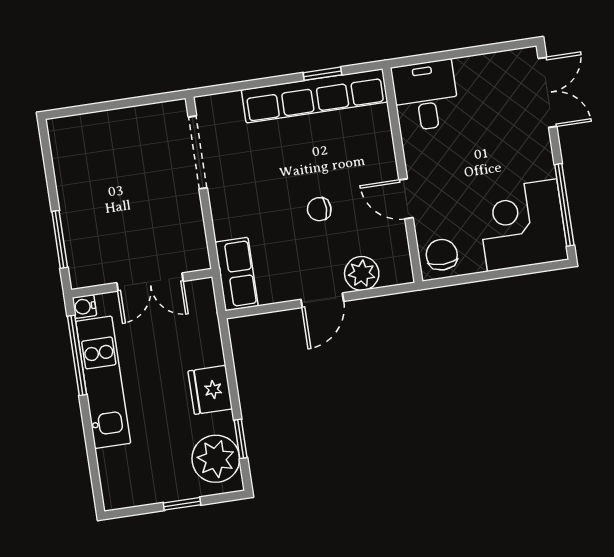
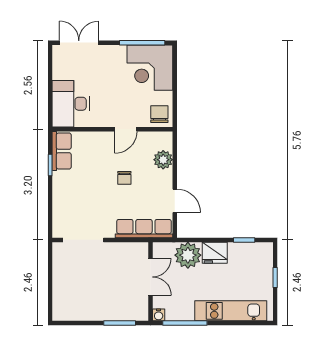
row of seats: (315, 96) -> (62, 151), width x0.50
desk: (425, 96) -> (71, 104), width x1.37
chair: (442, 255) -> (159, 114), turned 90
row of seats: (237, 274) -> (144, 229), width x1.48
door: (322, 300) -> (175, 201), moved
kitchen unit: (103, 382) -> (231, 311), moved
plant: (216, 459) -> (188, 255), moved

